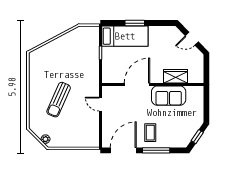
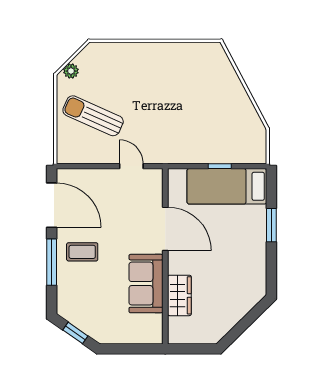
bed: (125, 36) -> (227, 186), moved, turned 90
door: (192, 39) -> (244, 324), removed
sun lounger: (59, 100) -> (93, 116), moved
door: (101, 104) -> (131, 166), hinge flipped

